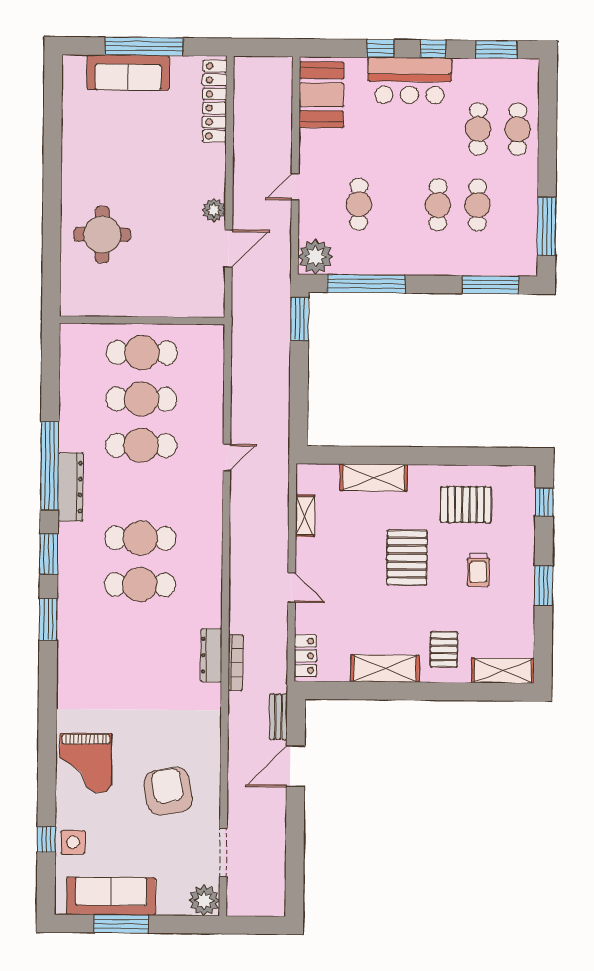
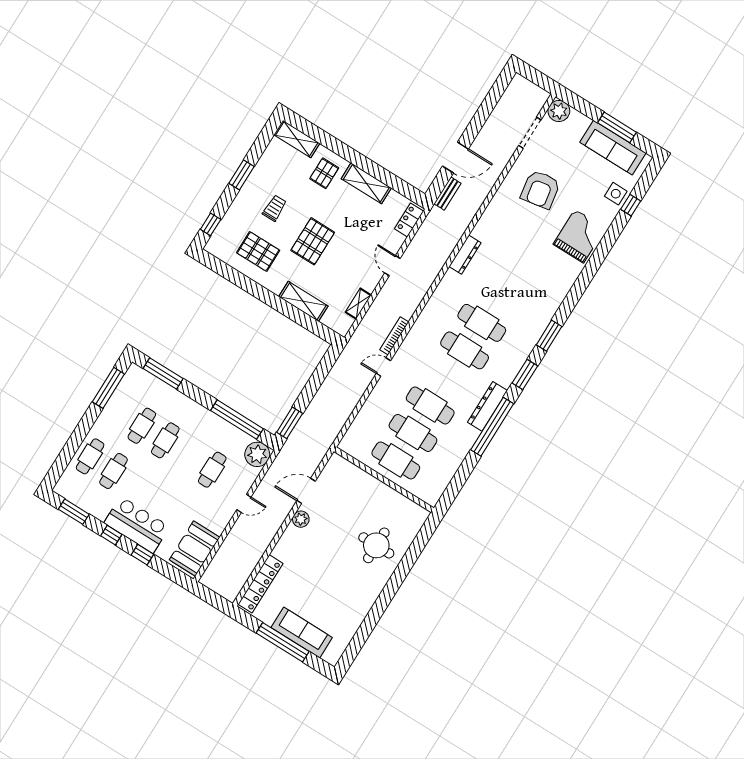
bookcase: (235, 663) -> (394, 336), moved

